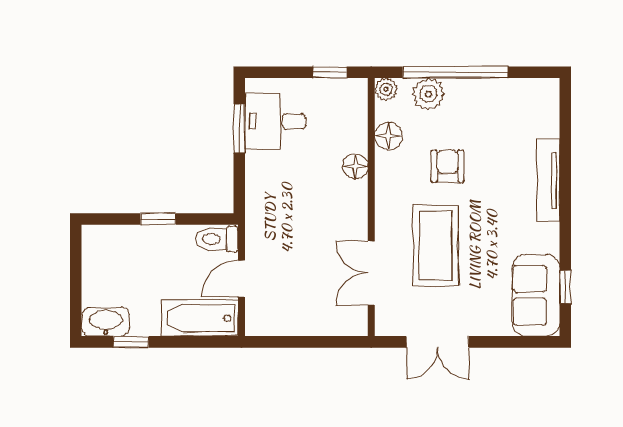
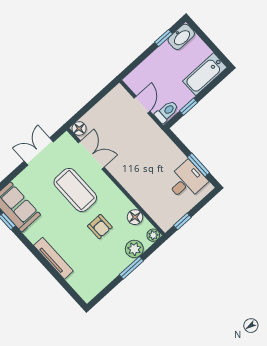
window: (455, 72) -> (131, 268), width x0.47
floor lamp: (355, 166) -> (79, 128), moved
window: (158, 219) -> (189, 107), moved
bathtub: (200, 318) -> (205, 74), moved, turned 180

